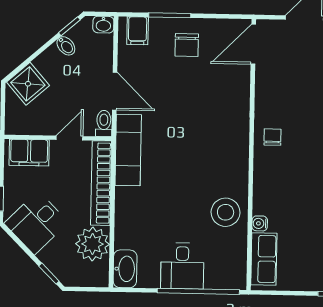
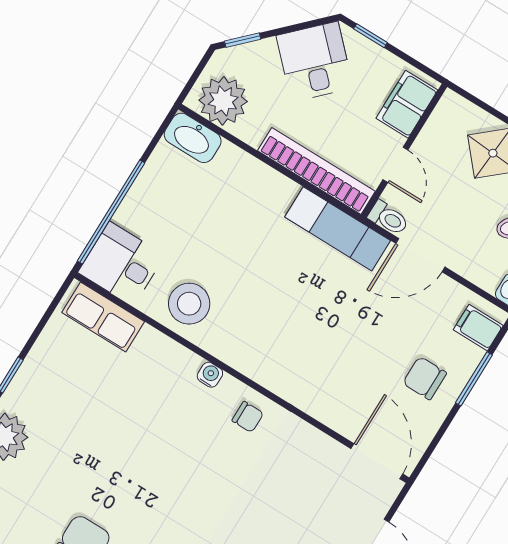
water cooler: (260, 223) -> (210, 375), moved
plant: (92, 244) -> (223, 101), moved
desk: (182, 266) -> (121, 264), moved

